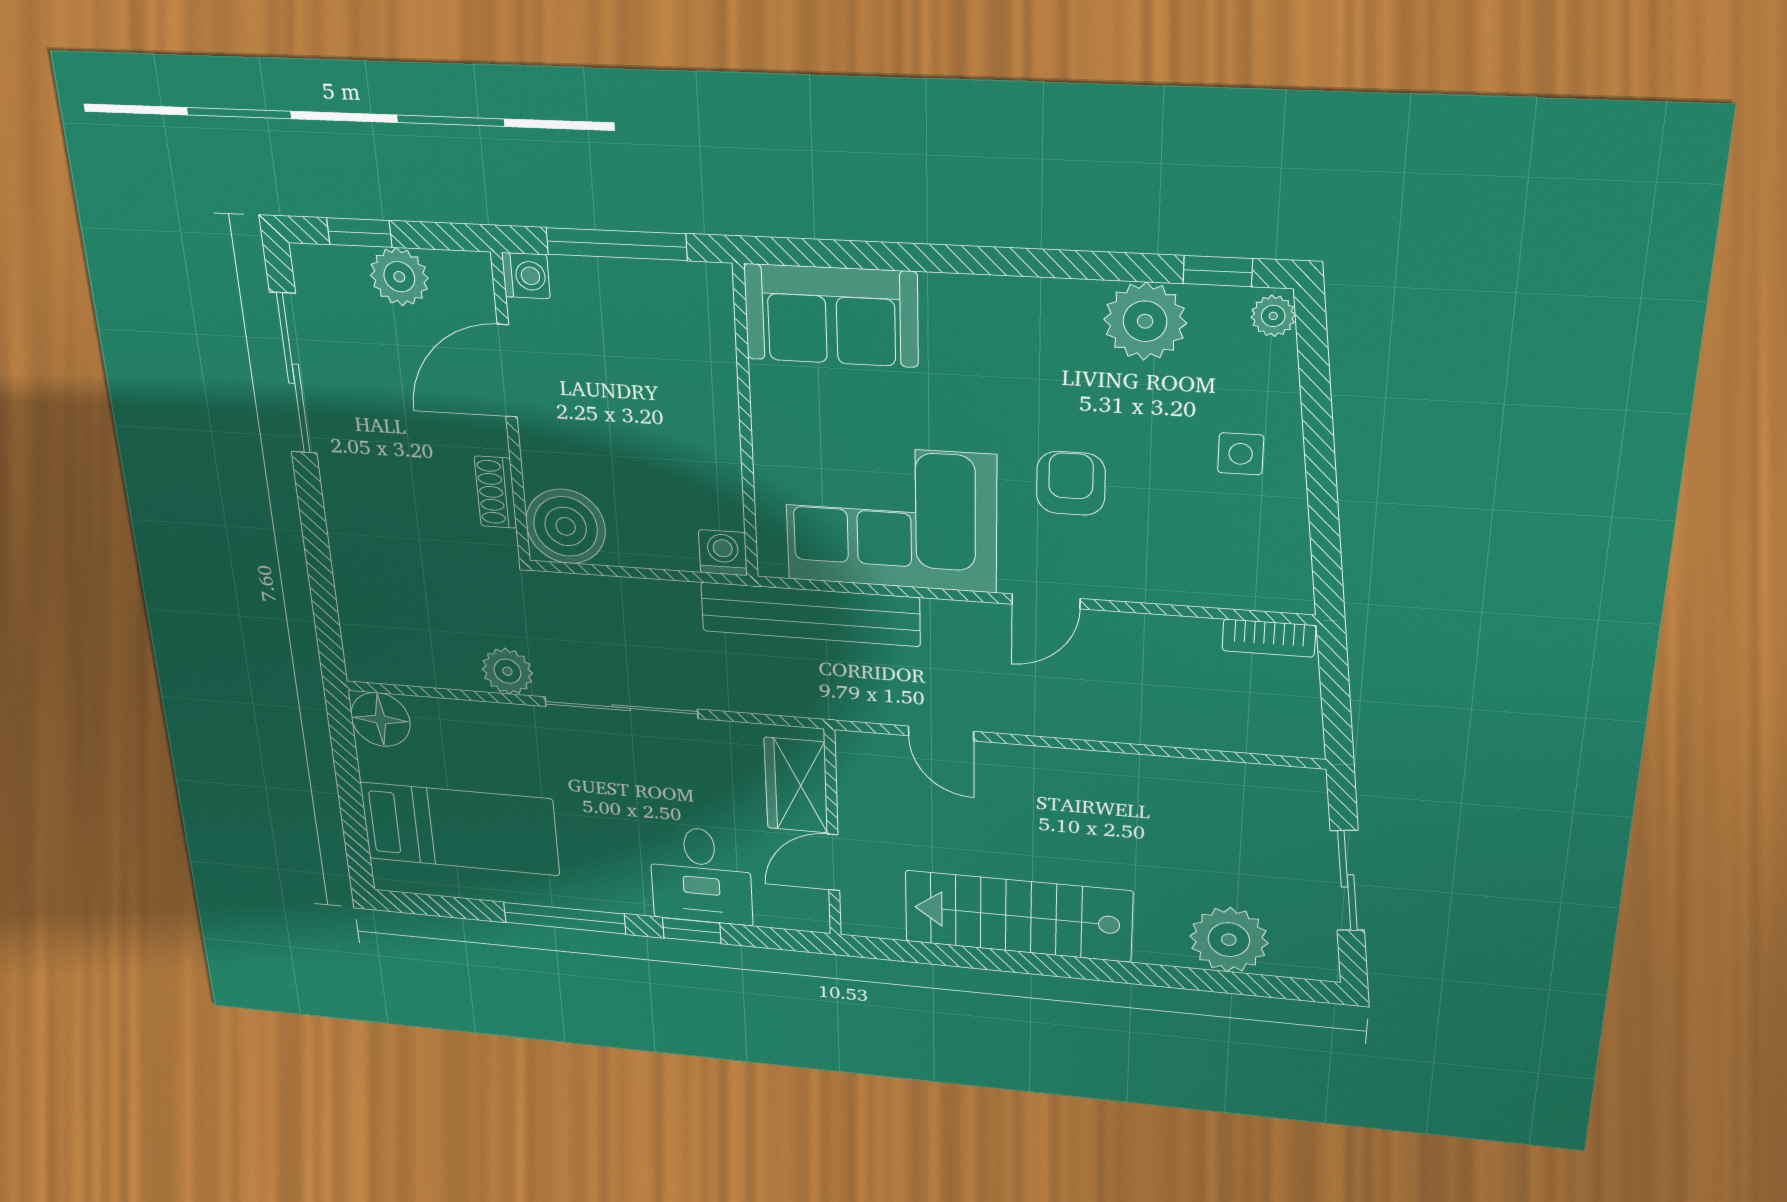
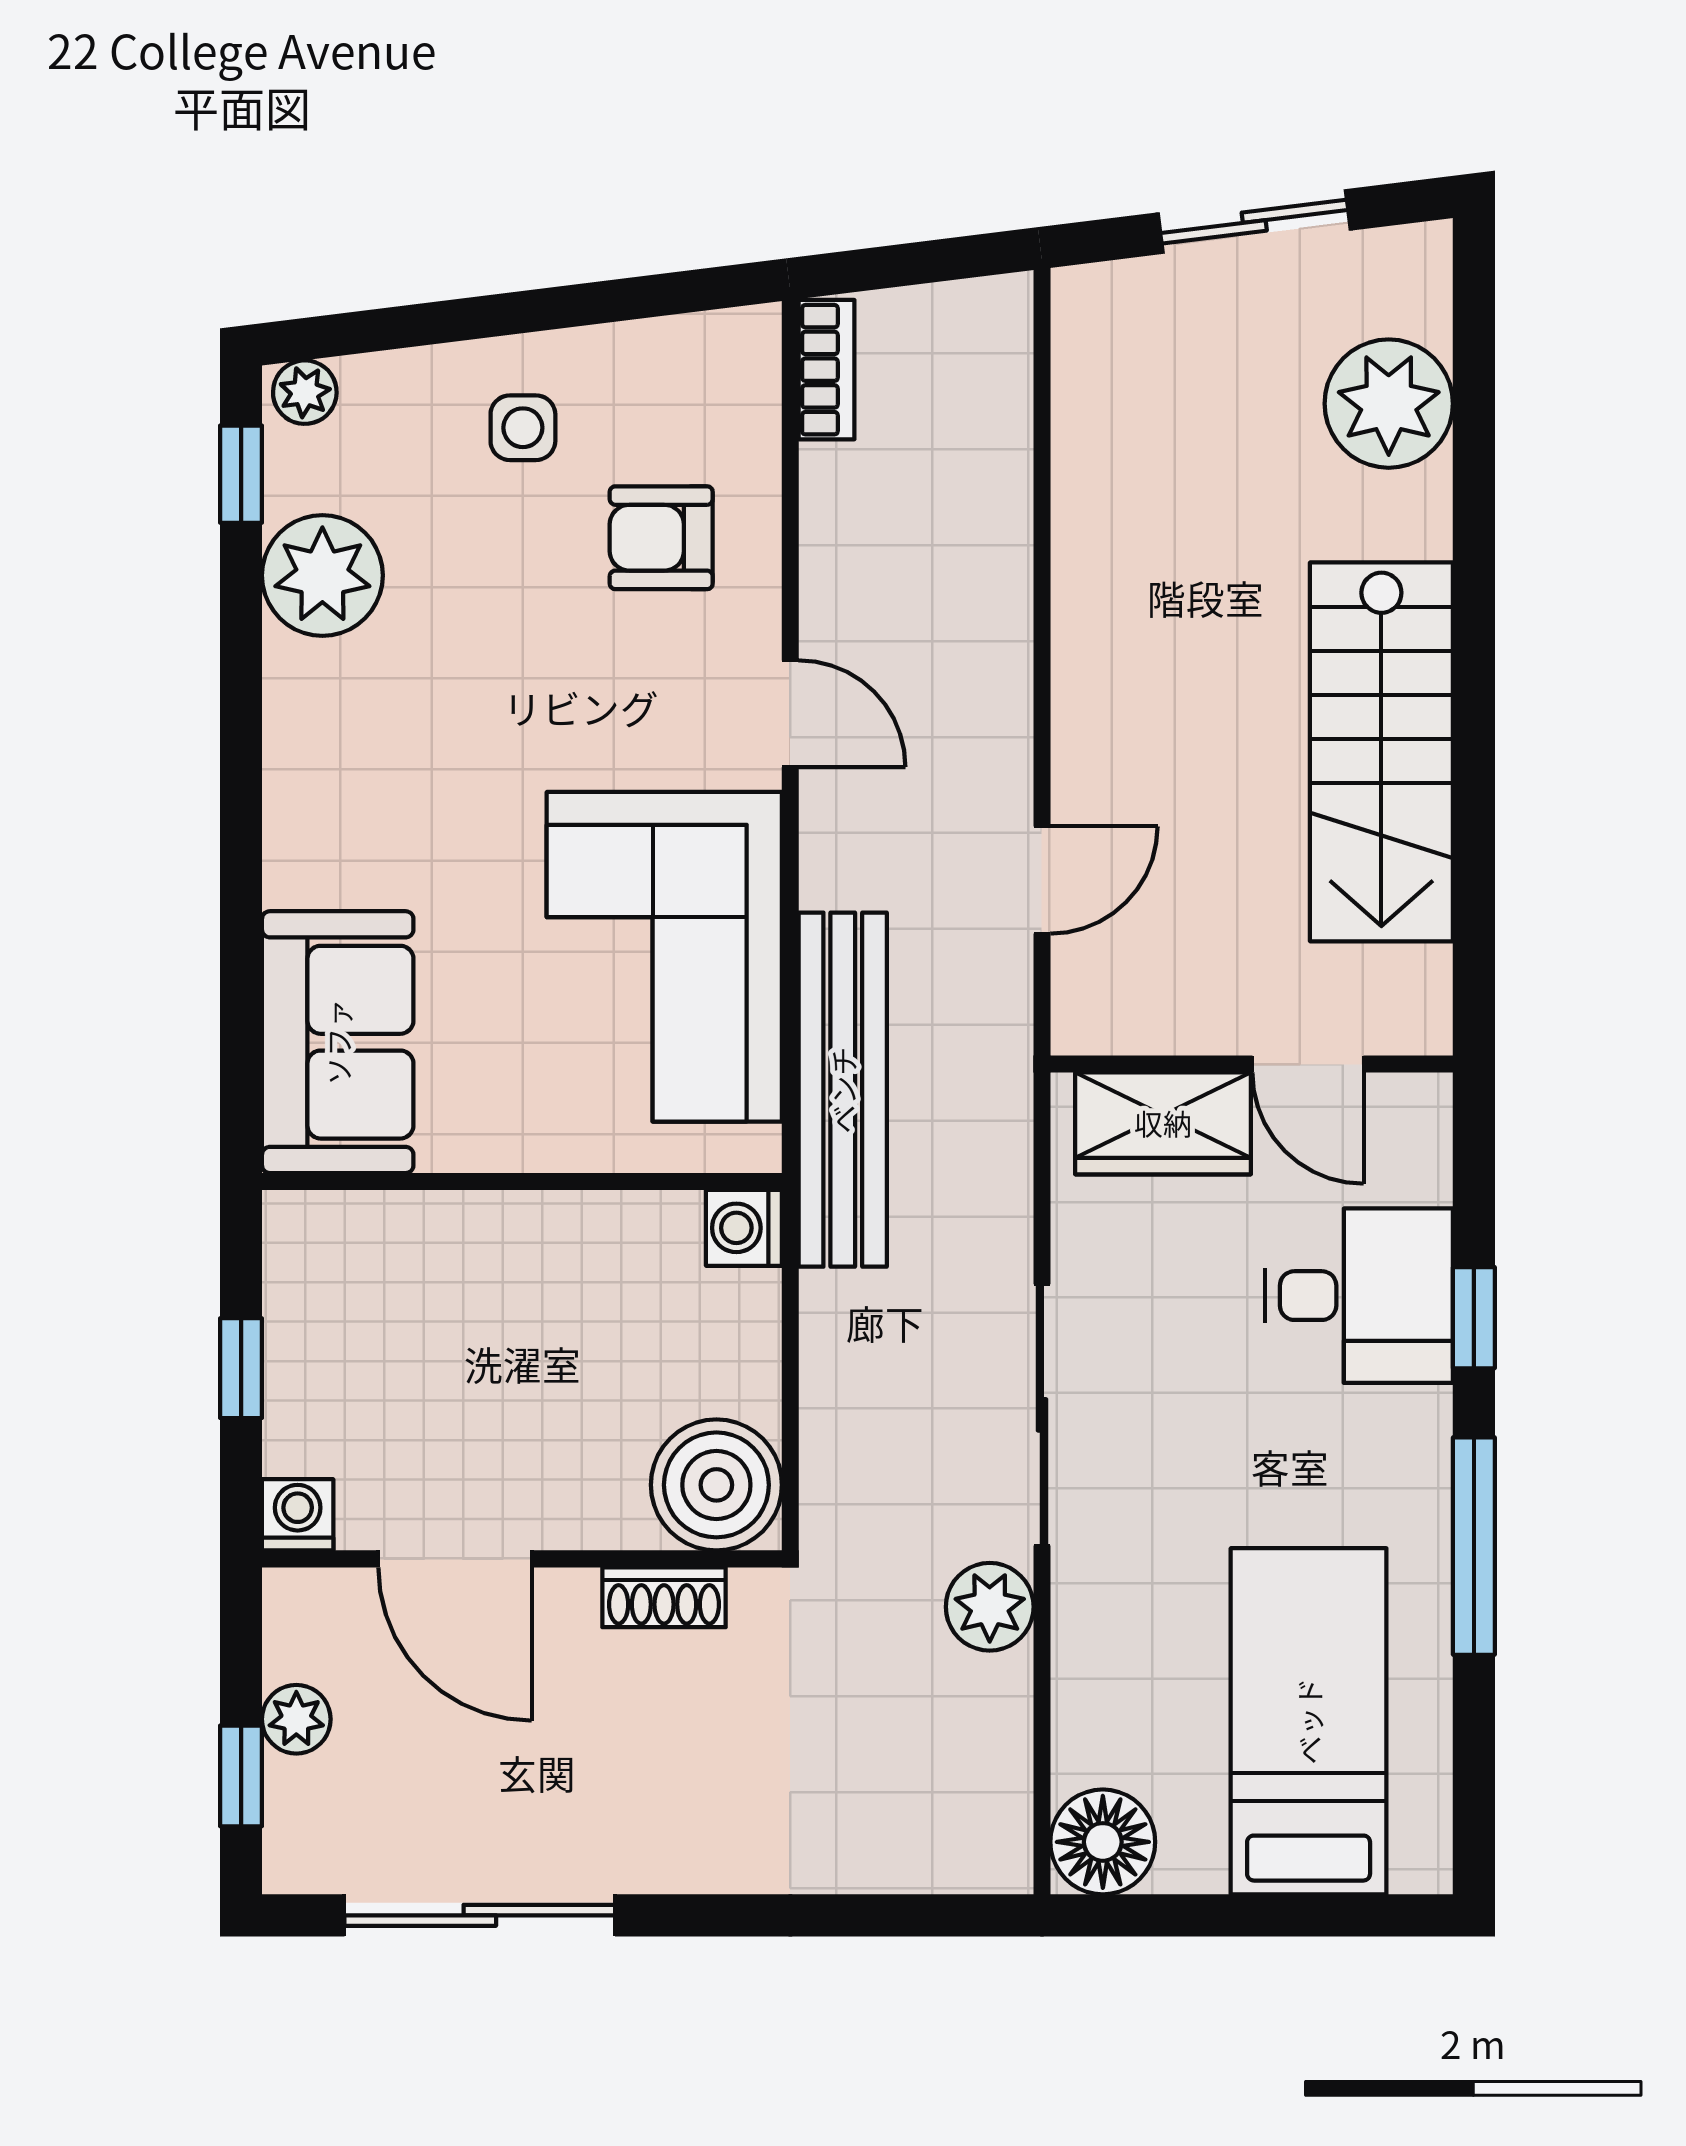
window: (616, 244) -> (241, 1368), width x0.46
plant: (399, 277) -> (296, 1719), width x0.73, depth x0.73
armchair: (1071, 483) -> (661, 538), moved

